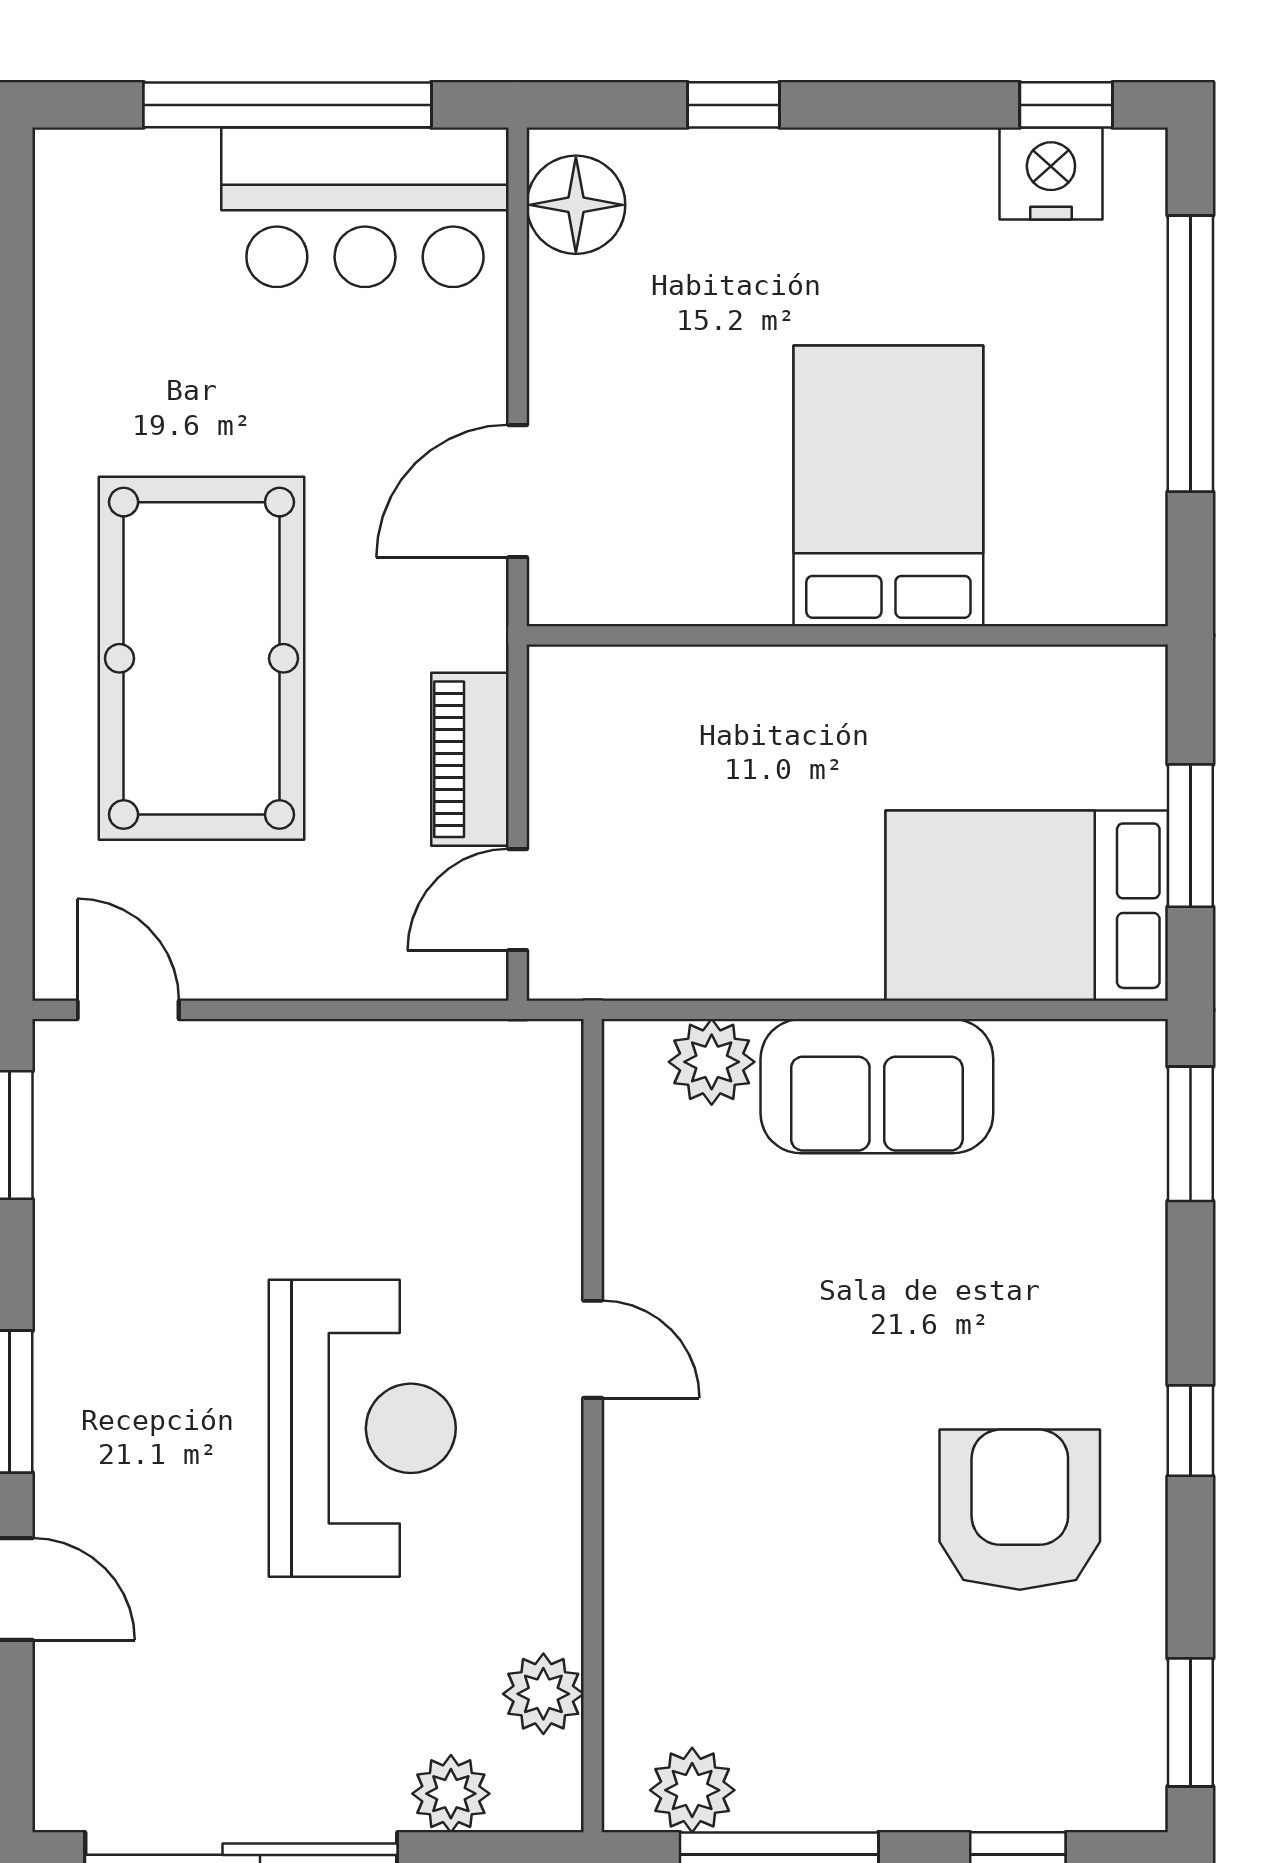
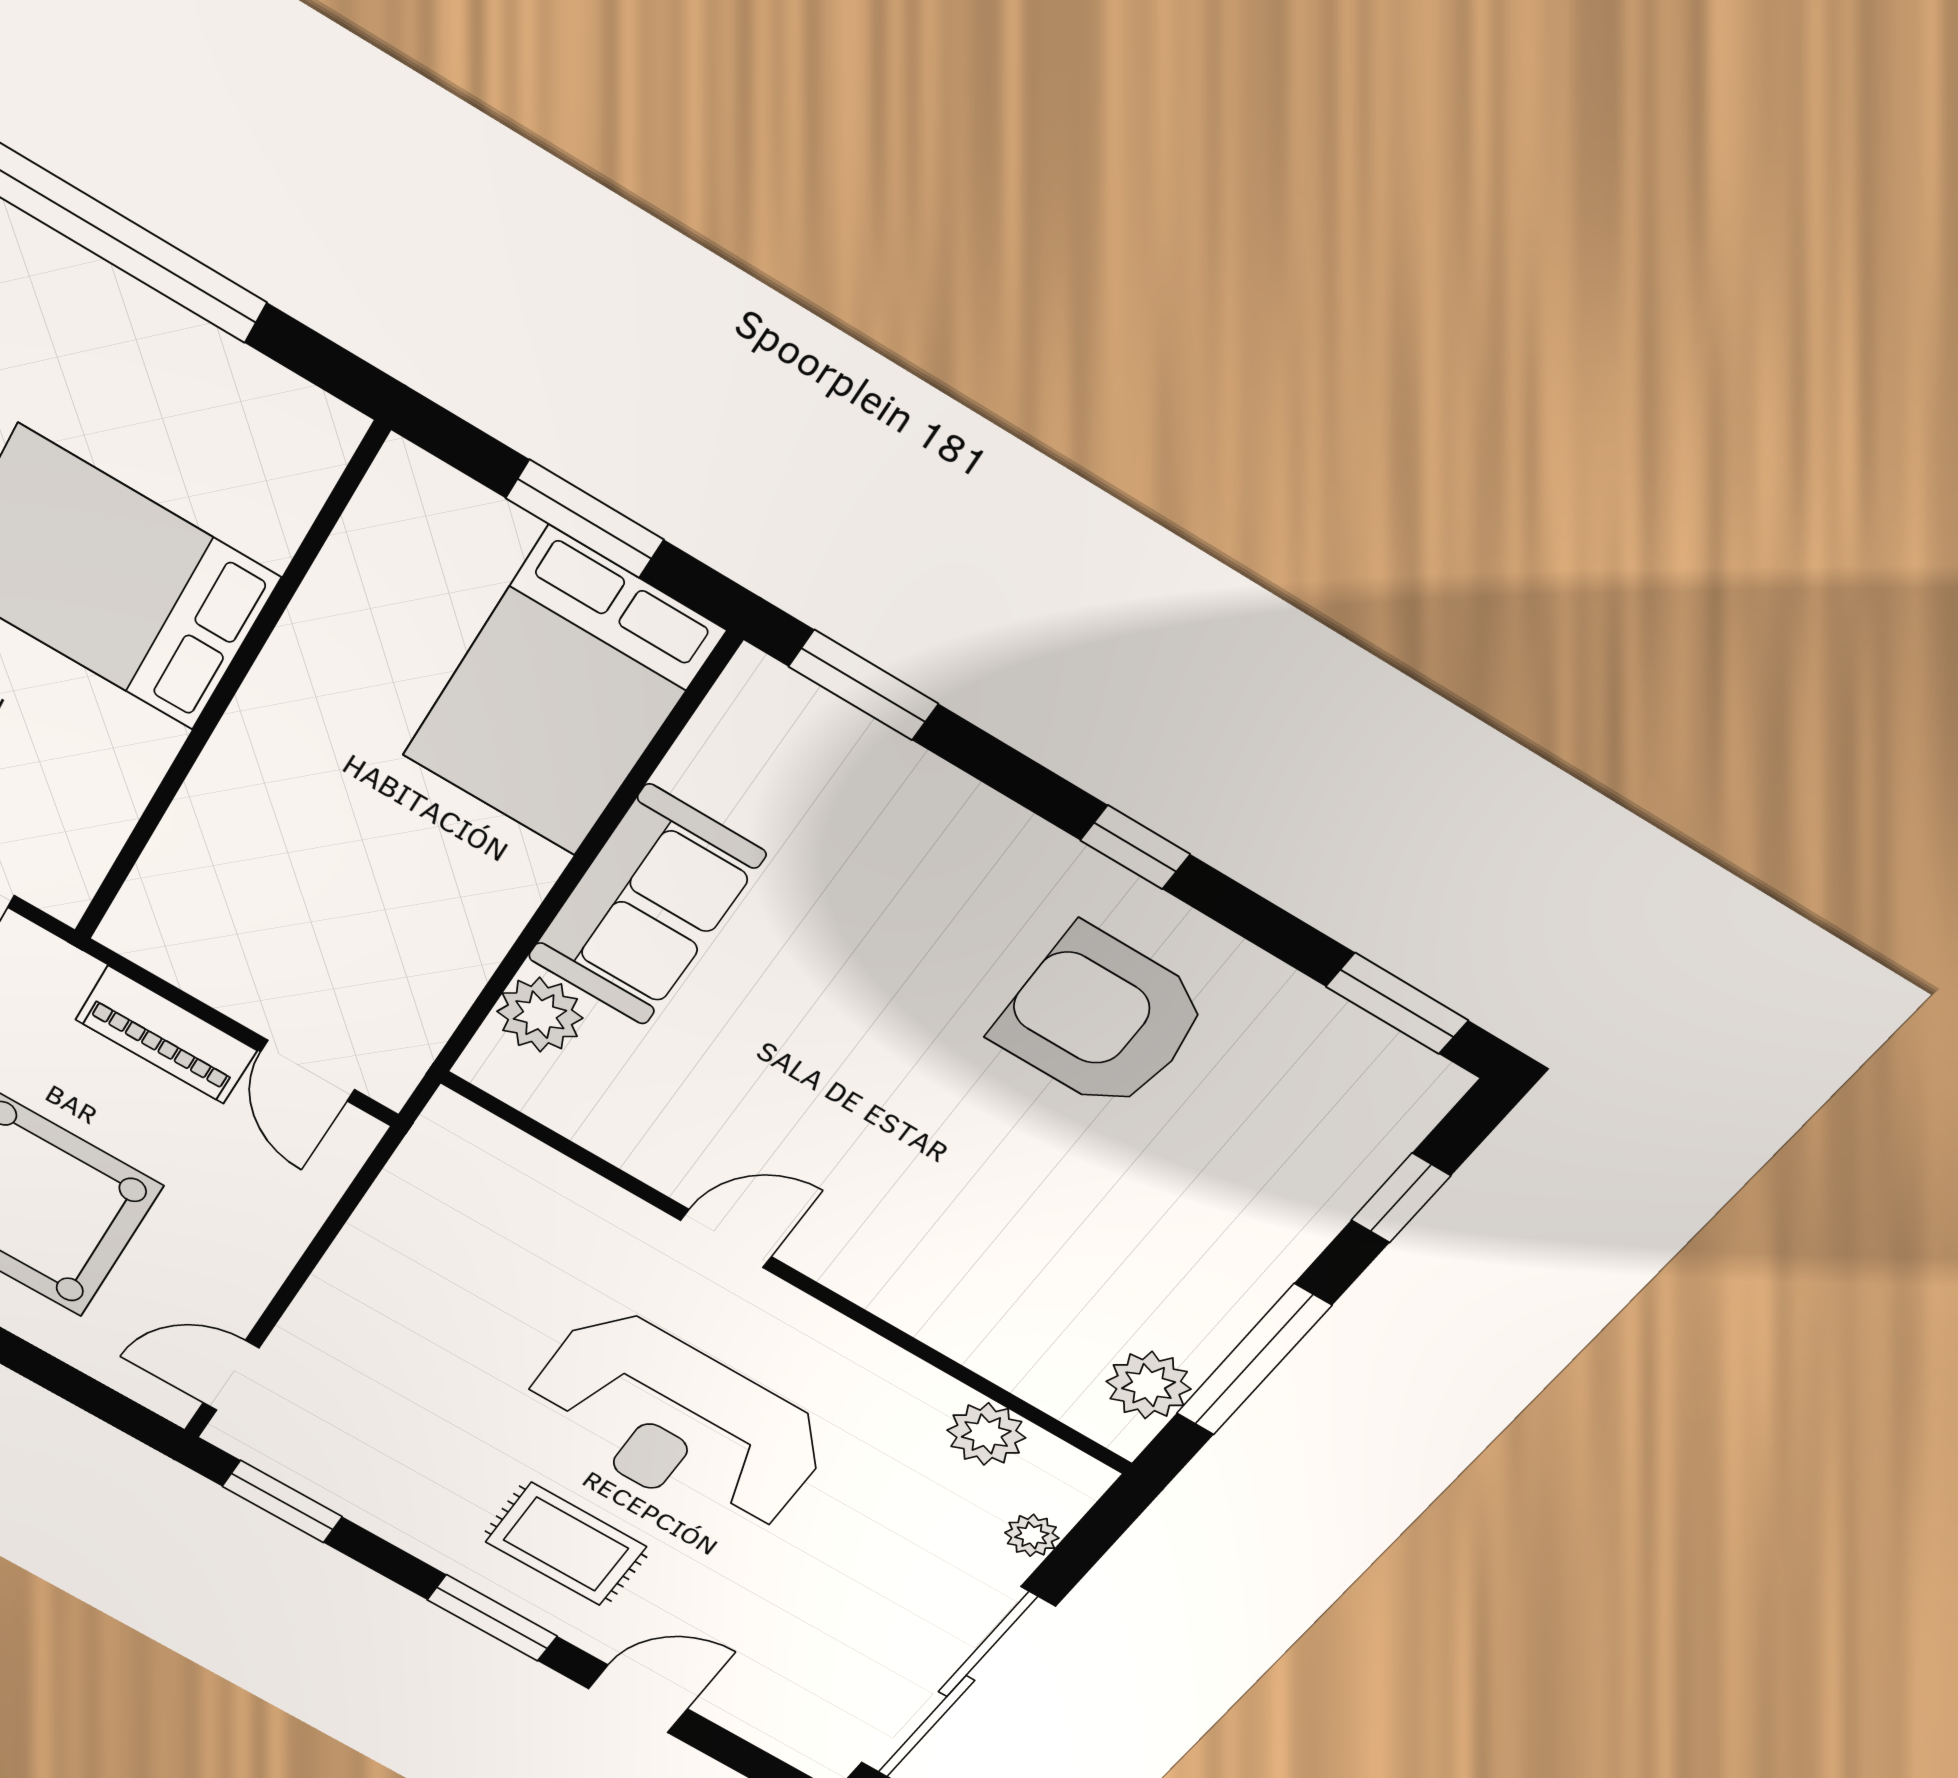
rug: (150, 1415) -> (566, 1544), added
reception desk: (362, 1428) -> (676, 1423), turned 180
plant: (451, 1794) -> (1032, 1535), width x0.73, depth x0.73

